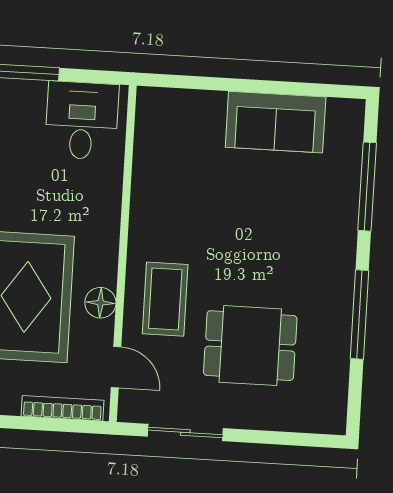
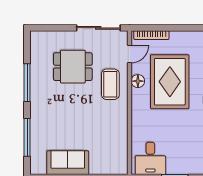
door: (116, 367) -> (130, 54), swing flipped
sliding door: (185, 432) -> (98, 28), width x1.37

